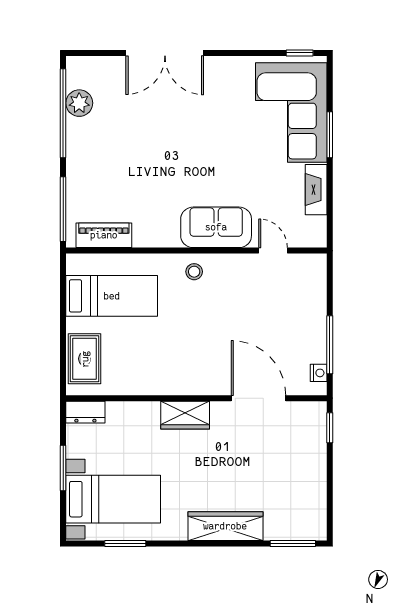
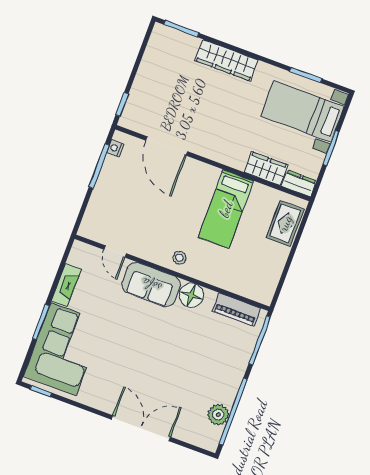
floor lamp: (164, 232) -> (191, 295), added
bed: (112, 296) -> (226, 209), moved, turned -90
wardrobe: (185, 415) -> (266, 169), moved

